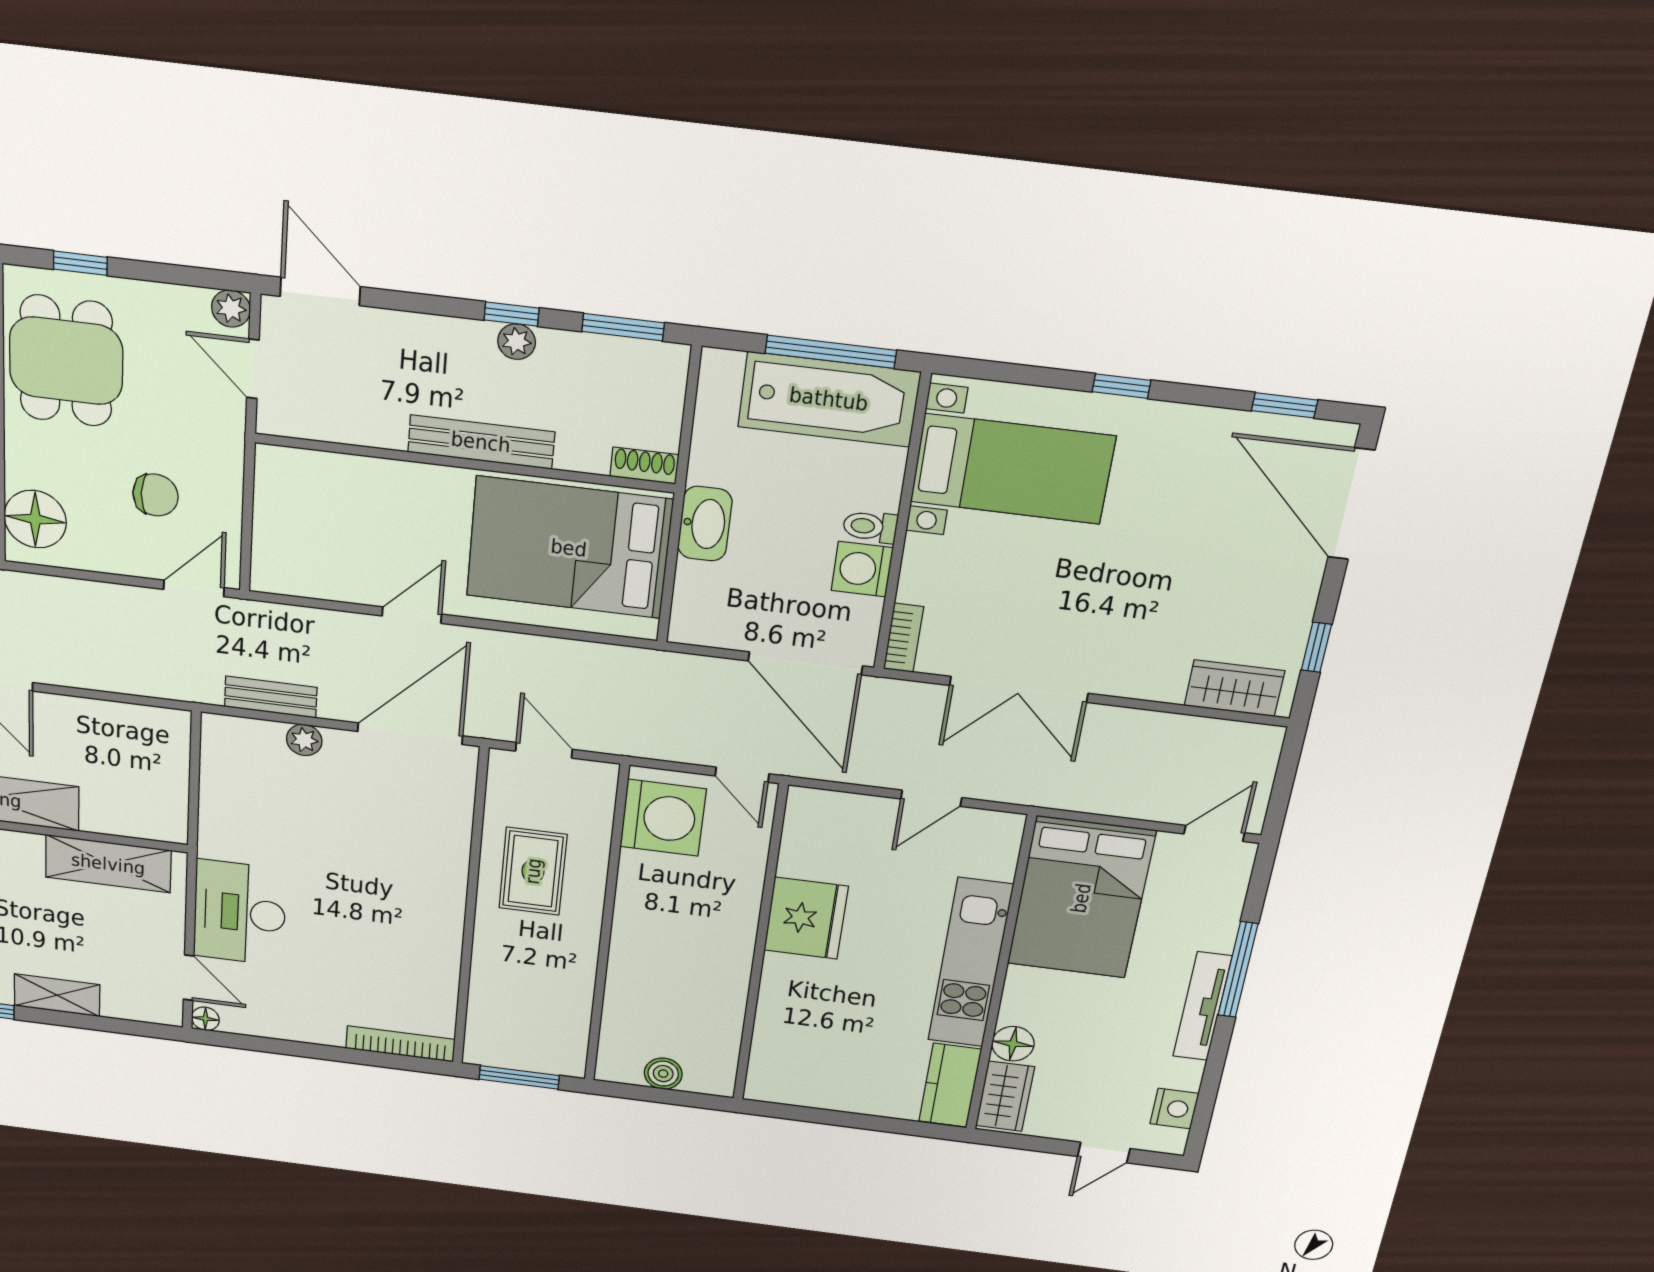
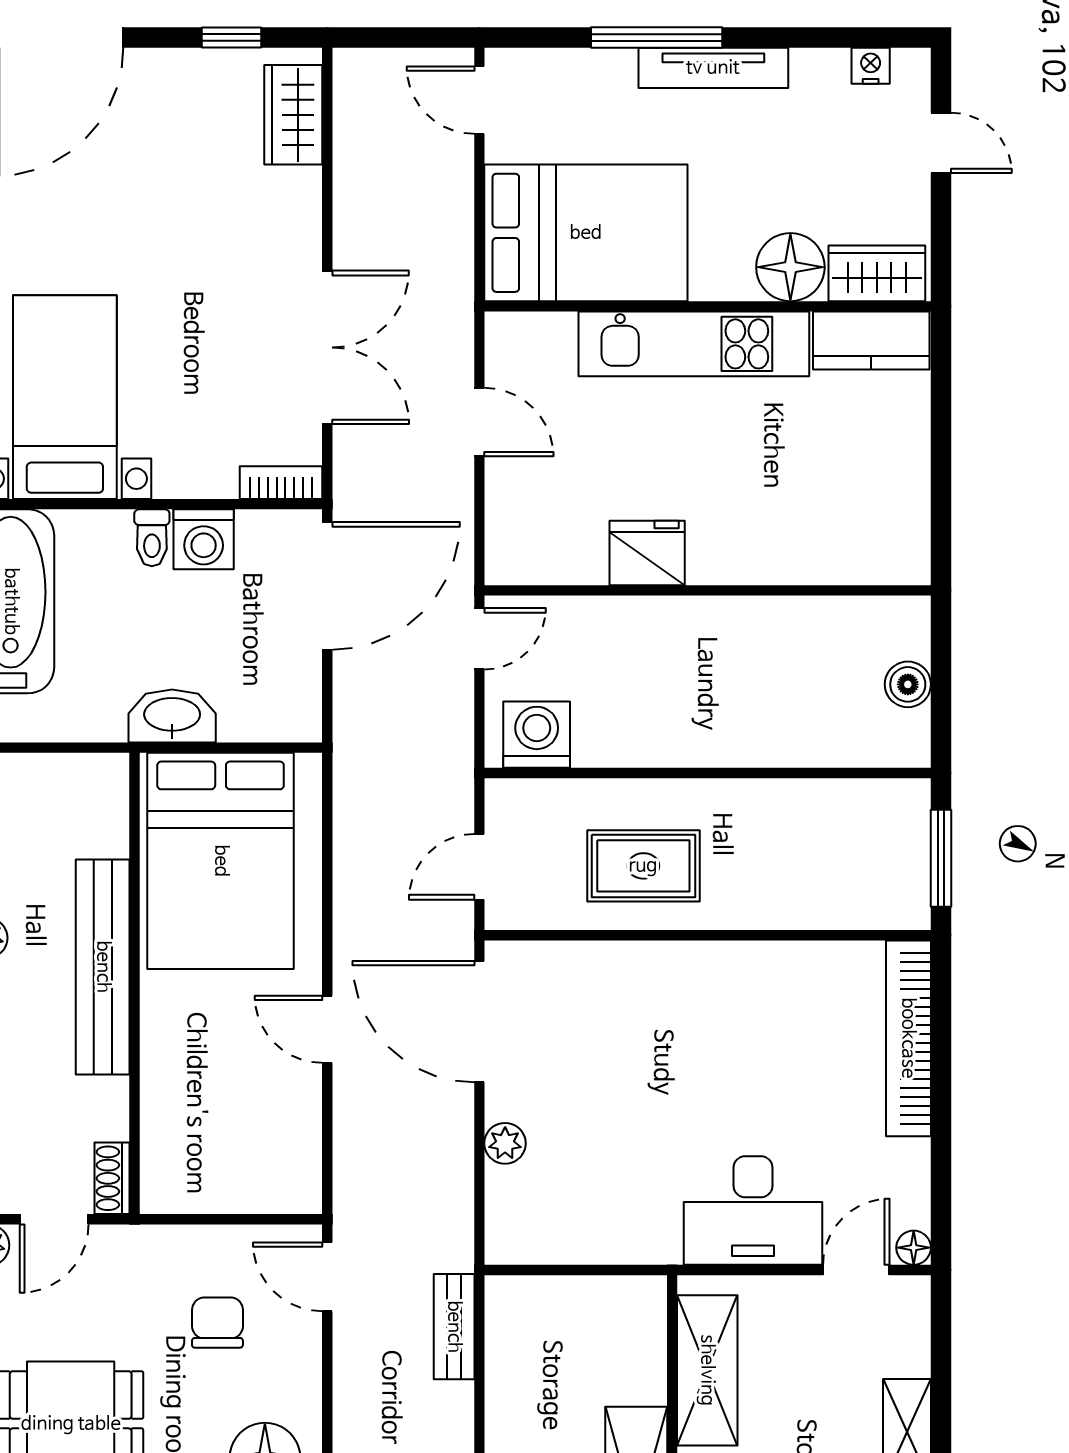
bench: (481, 442) -> (103, 967), width x1.37, depth x1.21
shoe rack: (644, 466) -> (112, 1178), moved
bench: (271, 697) -> (454, 1327), moved
washing machine: (663, 818) -> (537, 735), width x0.73, depth x0.73
fridge: (806, 918) -> (647, 553), width x0.73, depth x0.75
bookcase: (400, 1044) -> (908, 1038), width x1.48, depth x1.31
floor lamp: (1013, 1044) -> (790, 267), width x1.38, depth x1.38
nightstand: (1174, 1109) -> (871, 66), width x0.72, depth x0.74

